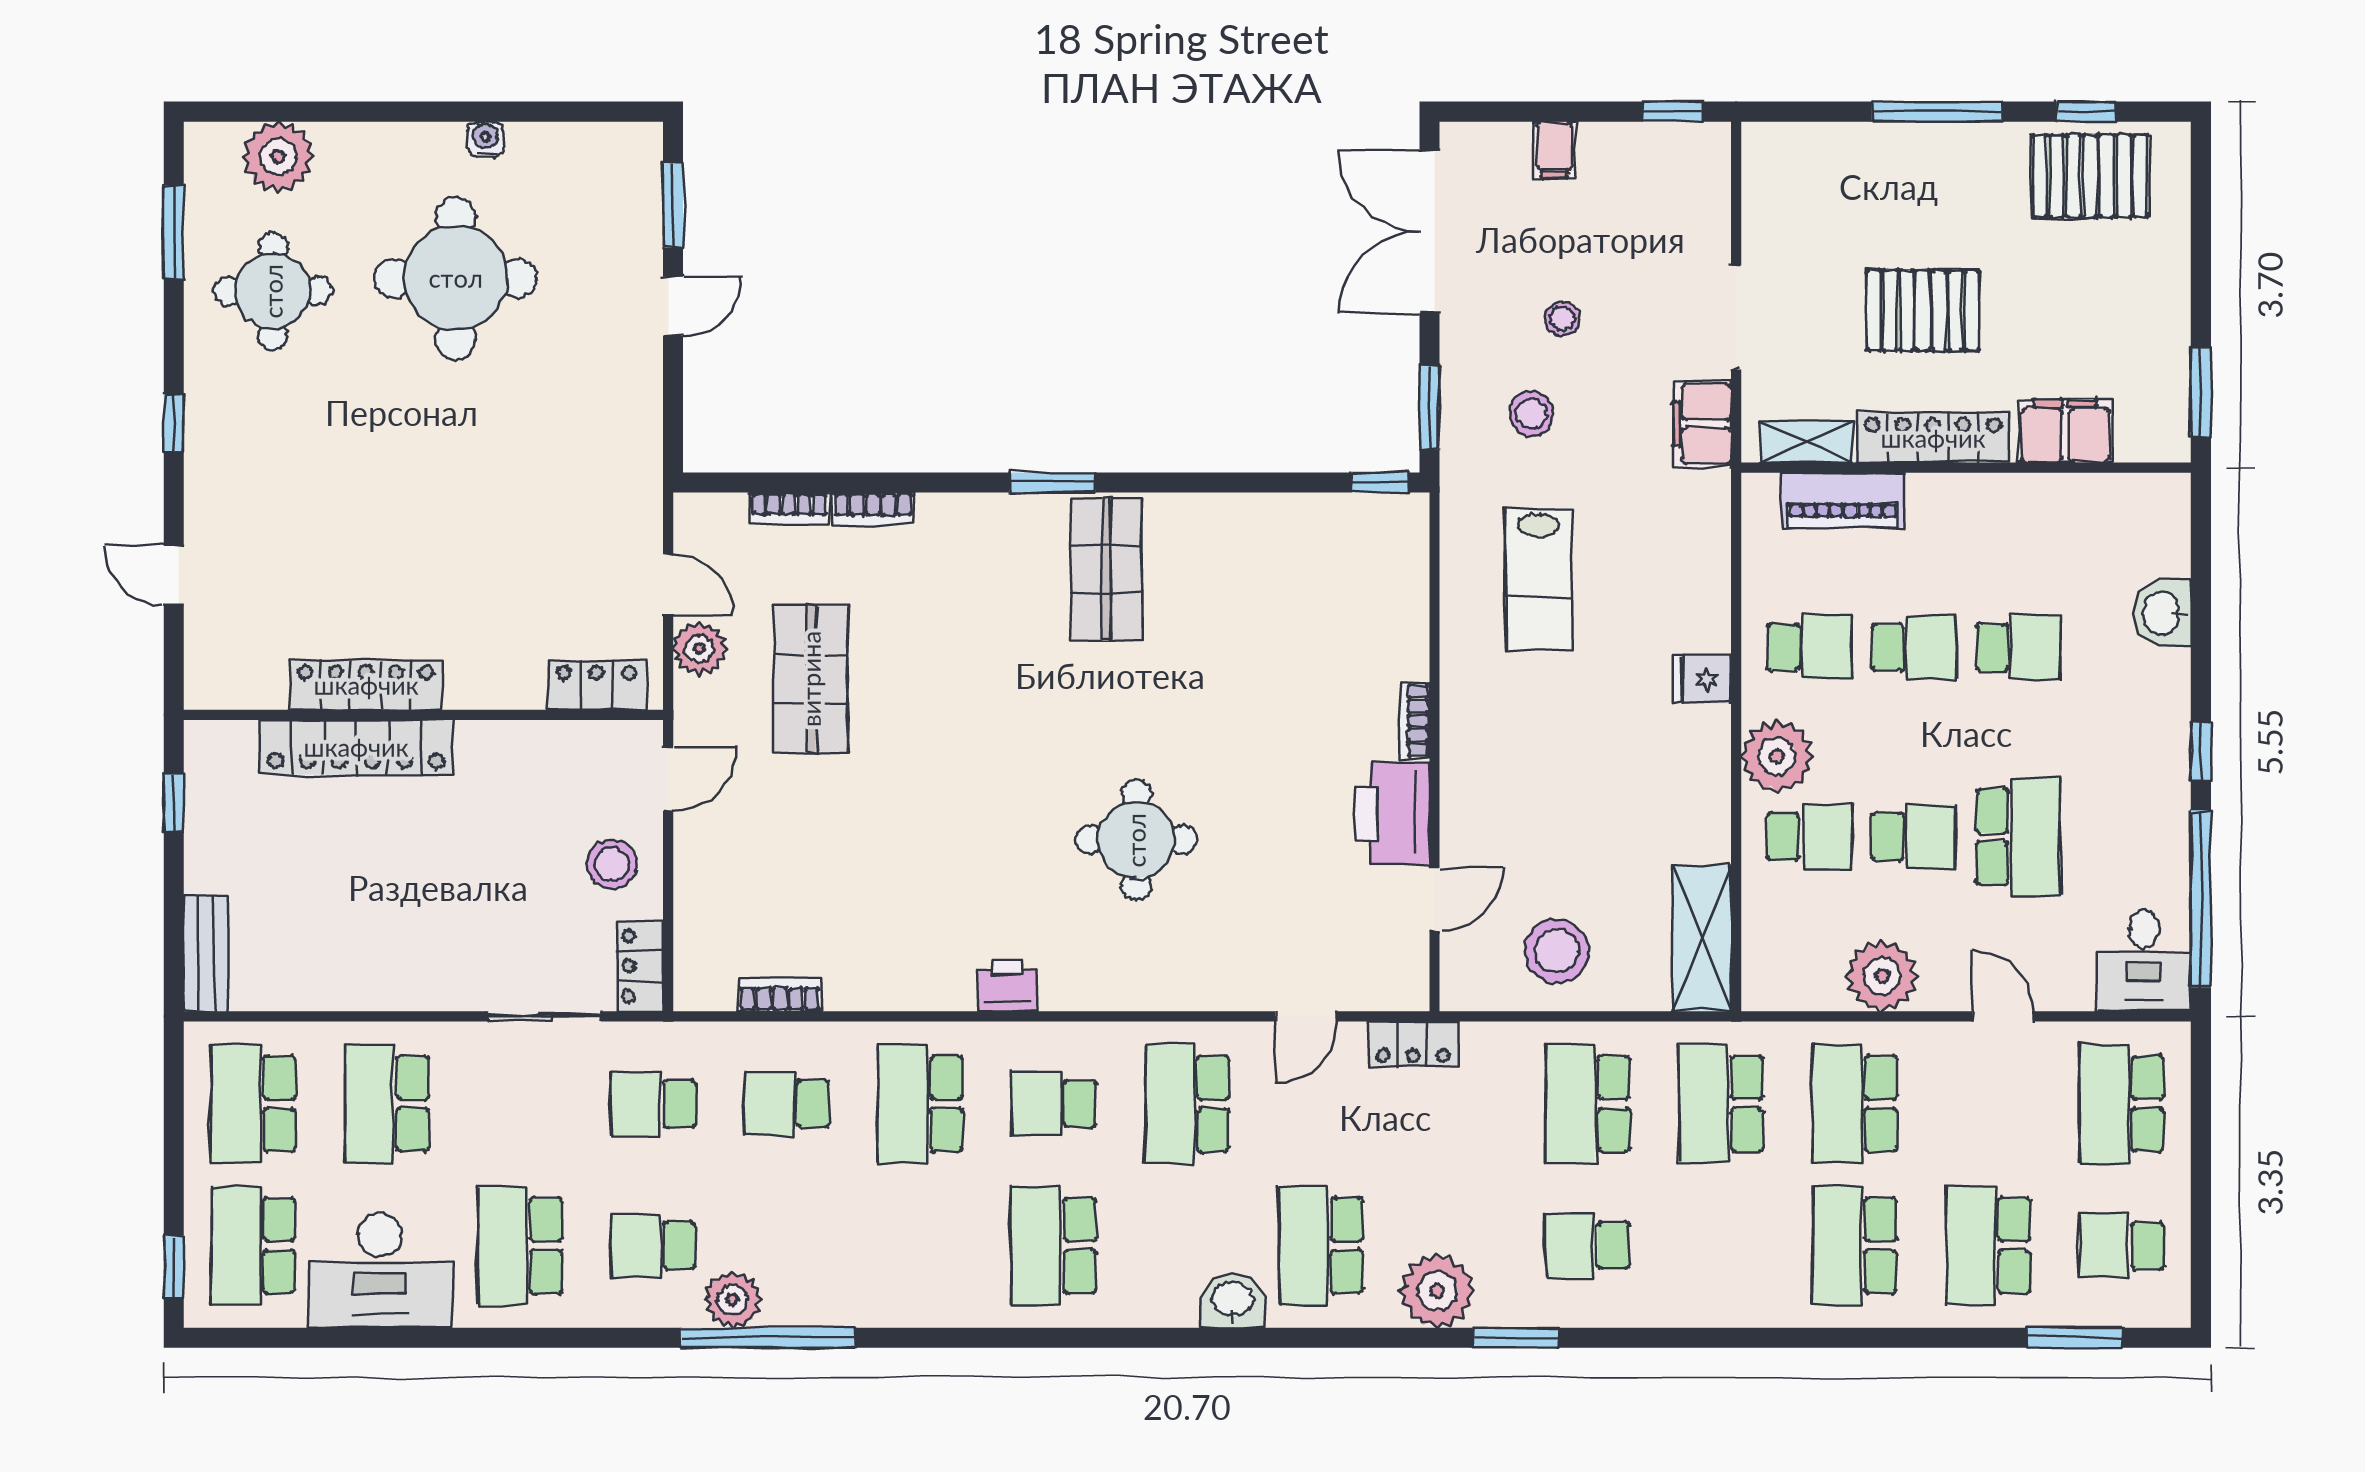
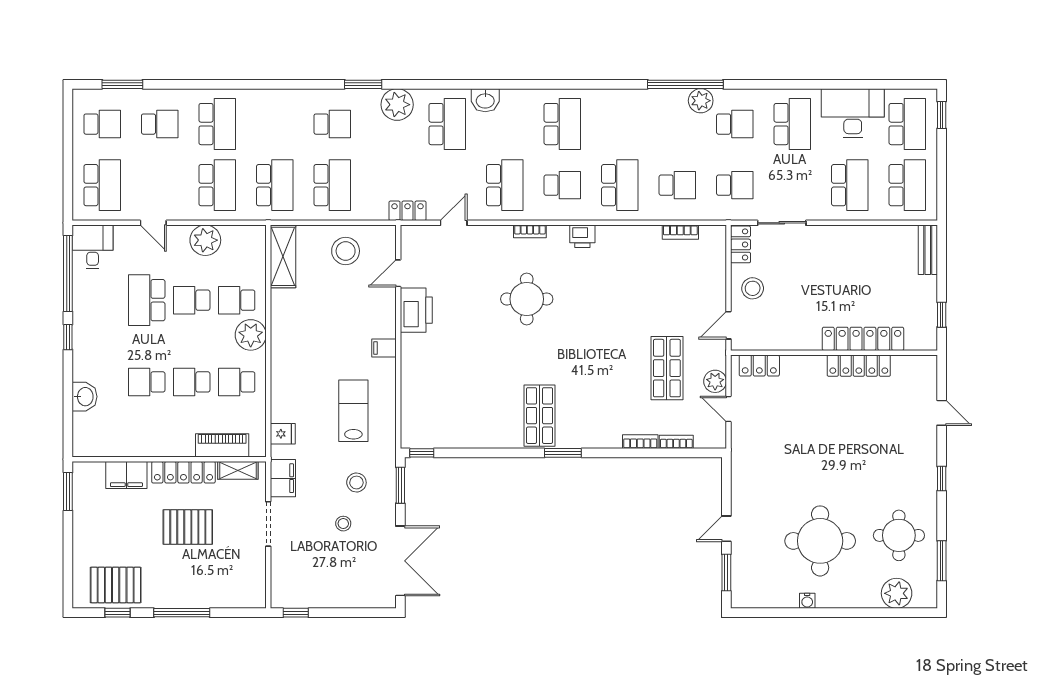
filing cabinet: (1554, 150) -> (384, 348), moved, turned -90
fridge: (1702, 679) -> (283, 434), moved
bookcase: (1414, 720) -> (530, 231), moved, turned 90
school desk: (1988, 1246) -> (160, 124), width x0.54

